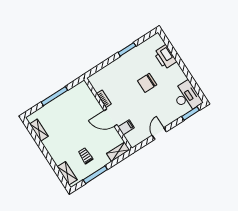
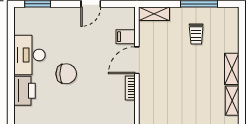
desk: (187, 97) -> (29, 55), moved
door: (111, 118) -> (137, 60), swing flipped
shelving: (67, 173) -> (232, 69), moved

